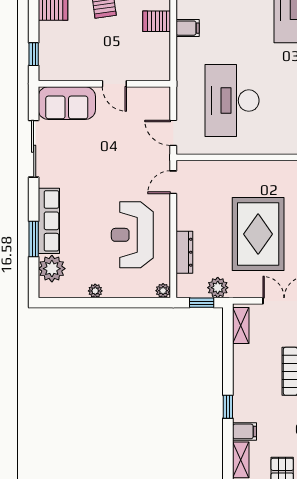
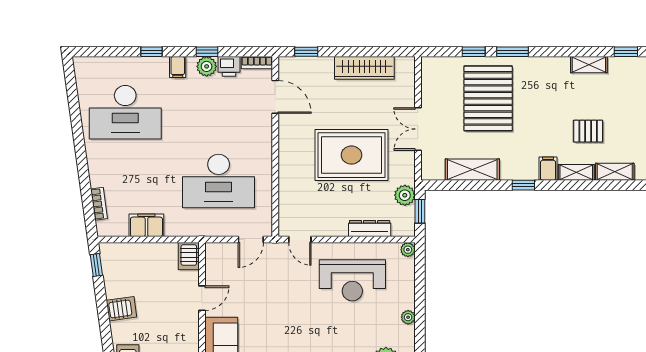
server rack: (157, 21) -> (189, 256), moved
filing cabinet: (188, 28) -> (146, 225), width x2.00
shelving: (241, 325) -> (472, 170), moved, width x1.50, depth x1.33

